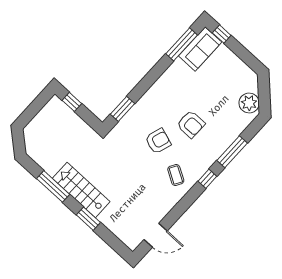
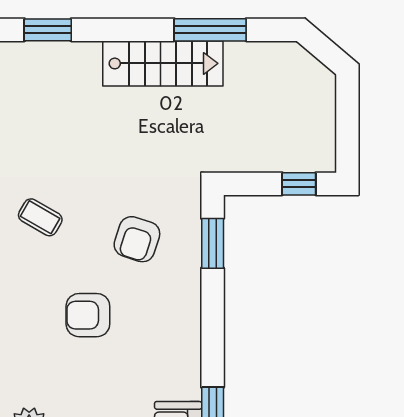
armchair: (158, 141) -> (137, 239), moved
window: (88, 219) -> (48, 30), moved

